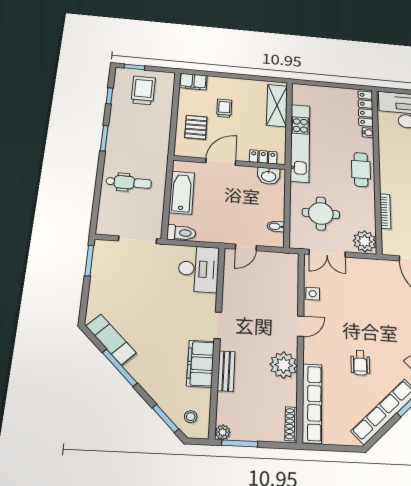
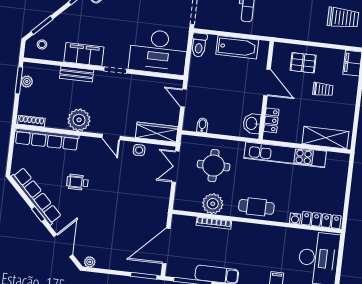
plant: (365, 241) -> (213, 204), moved
desk: (199, 269) -> (158, 52), width x1.36, depth x1.30
wardrobe: (289, 275) -> (157, 132), added
plant: (223, 432) -> (27, 82), moved

